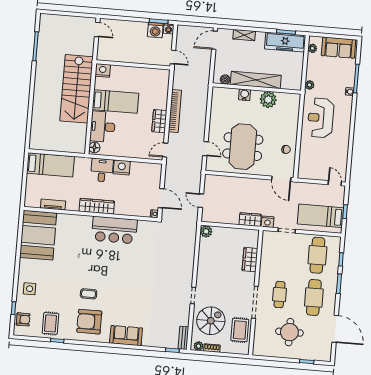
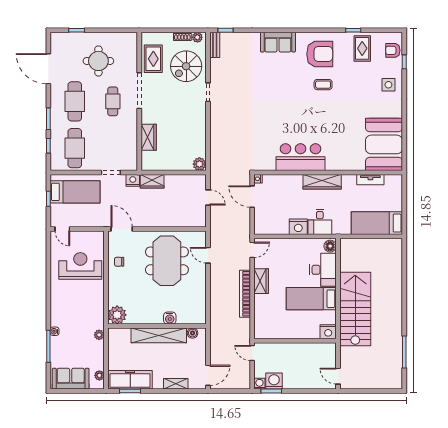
plant: (268, 100) -> (117, 315), moved
reception desk: (321, 118) -> (80, 266), moved, turned -90

